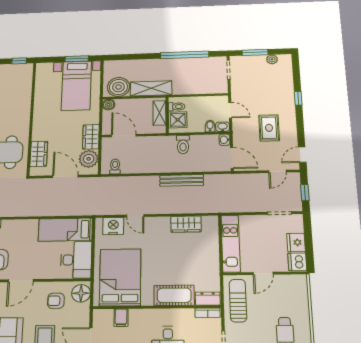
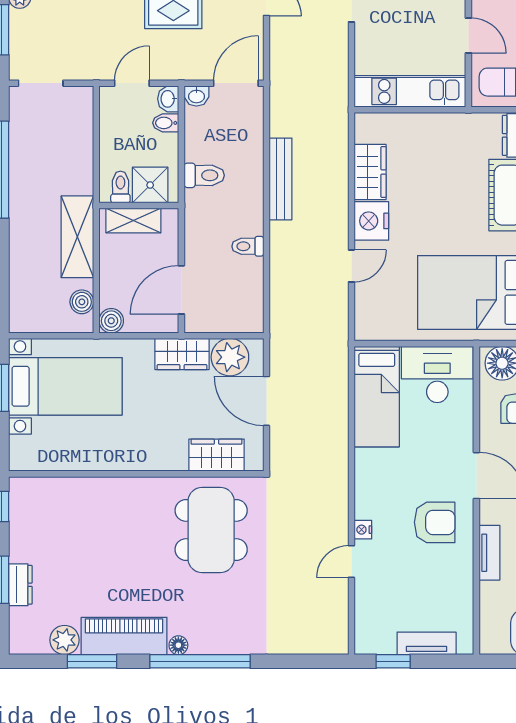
boiler: (118, 87) -> (82, 302), width x0.54, depth x0.54
toilet: (115, 166) -> (248, 246), moved
door: (65, 176) -> (266, 401), hinge flipped
nightstand: (113, 226) -> (371, 221), moved

